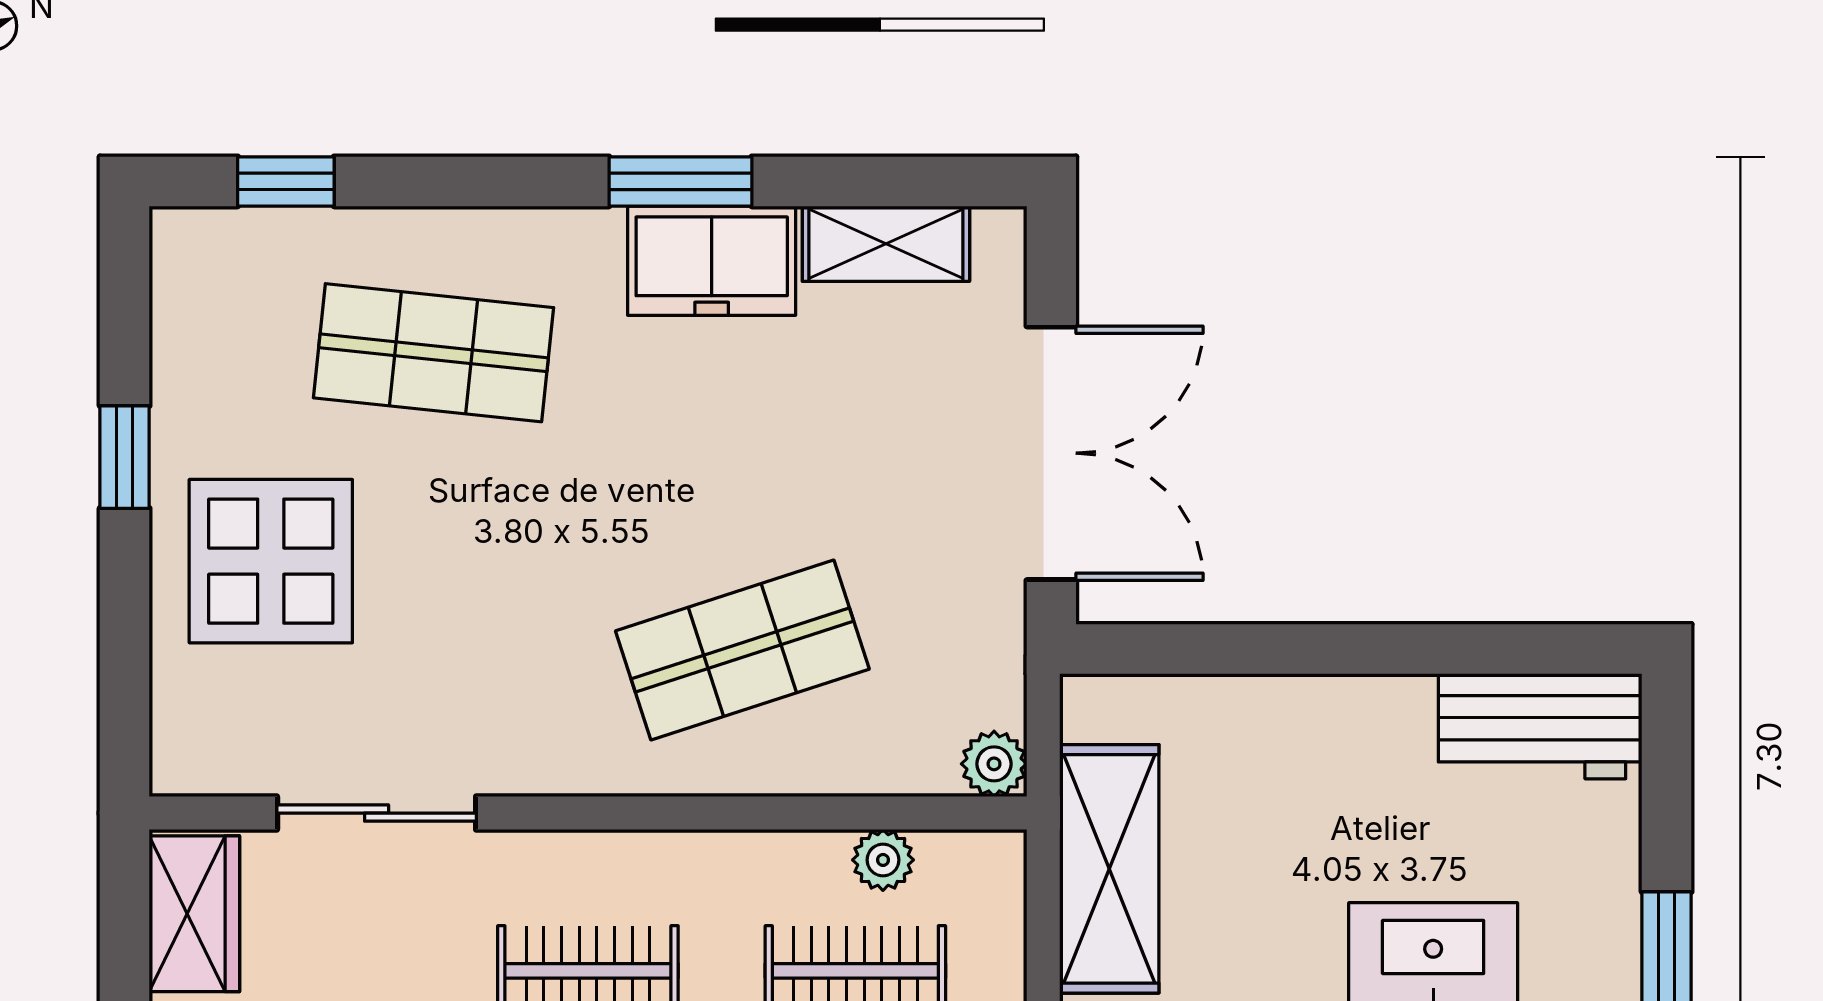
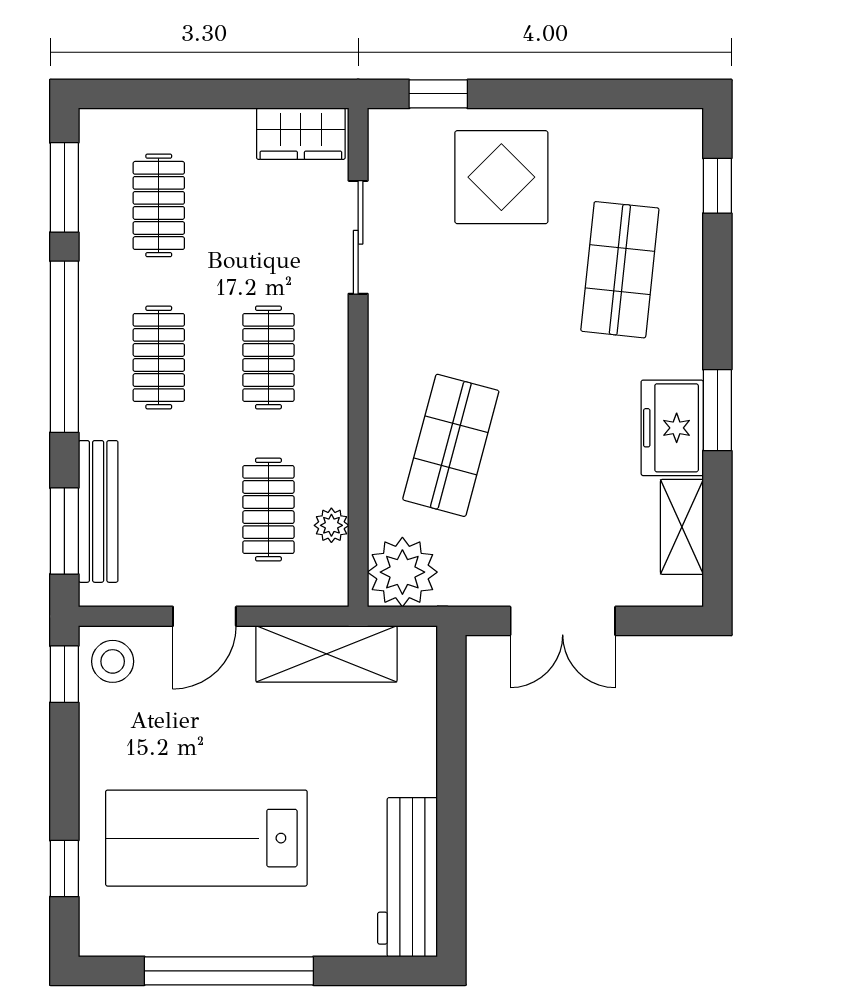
double door: (1051, 453) -> (563, 621), width x0.73
window: (125, 457) -> (438, 94), moved
shop shelf: (742, 650) -> (451, 445), turned 33
workbench: (1540, 726) -> (408, 877), width x1.38
plant: (994, 764) -> (402, 572), width x1.88, depth x1.88

